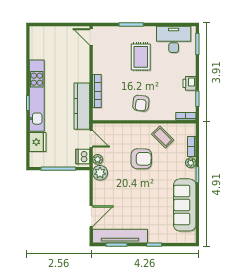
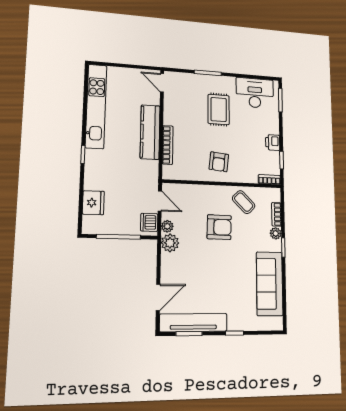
kitchen unit: (37, 96) -> (96, 106), moved
kitchen counter: (82, 106) -> (150, 132), moved

